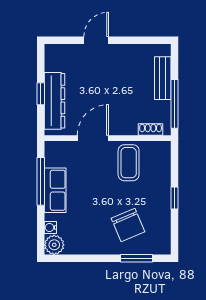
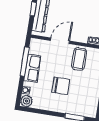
chair: (128, 225) -> (61, 86), moved, turned -67

